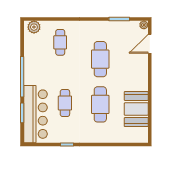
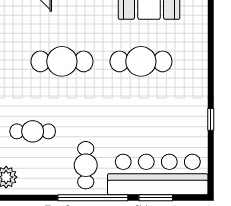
cafe table: (65, 103) -> (86, 165), moved, turned 90

